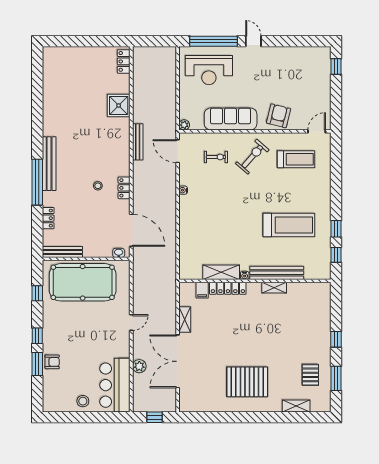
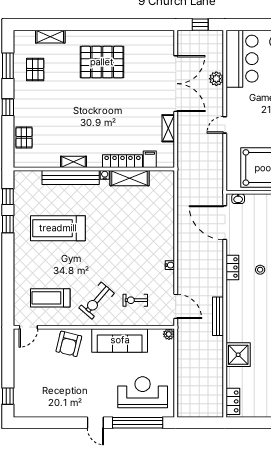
pallet: (321, 311) -> (24, 137), added

